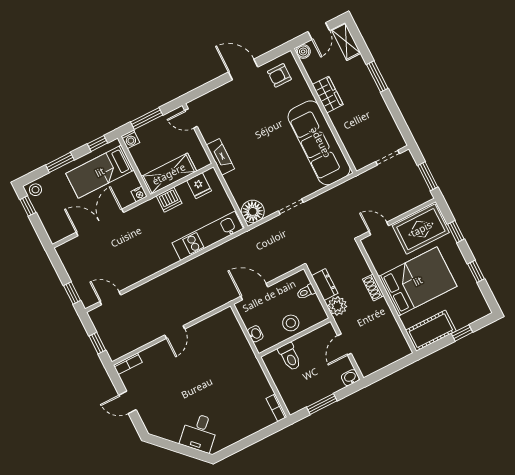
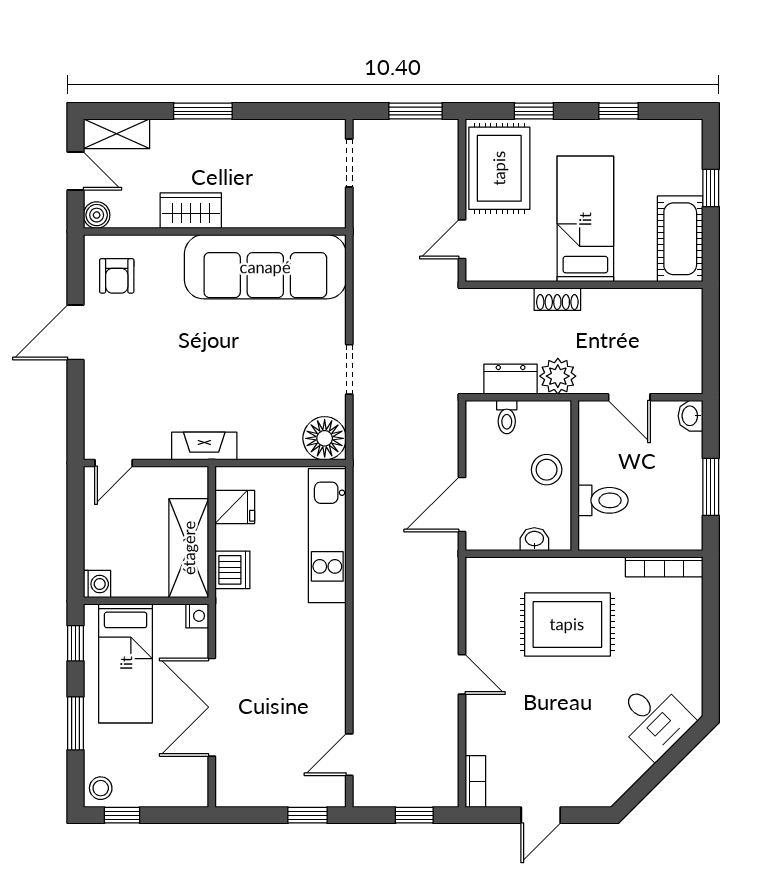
window: (147, 118) -> (76, 538), removed
bed: (418, 281) -> (585, 219), width x0.67
rug: (223, 370) -> (567, 624), added
bookcase: (277, 408) -> (664, 567), width x1.56

